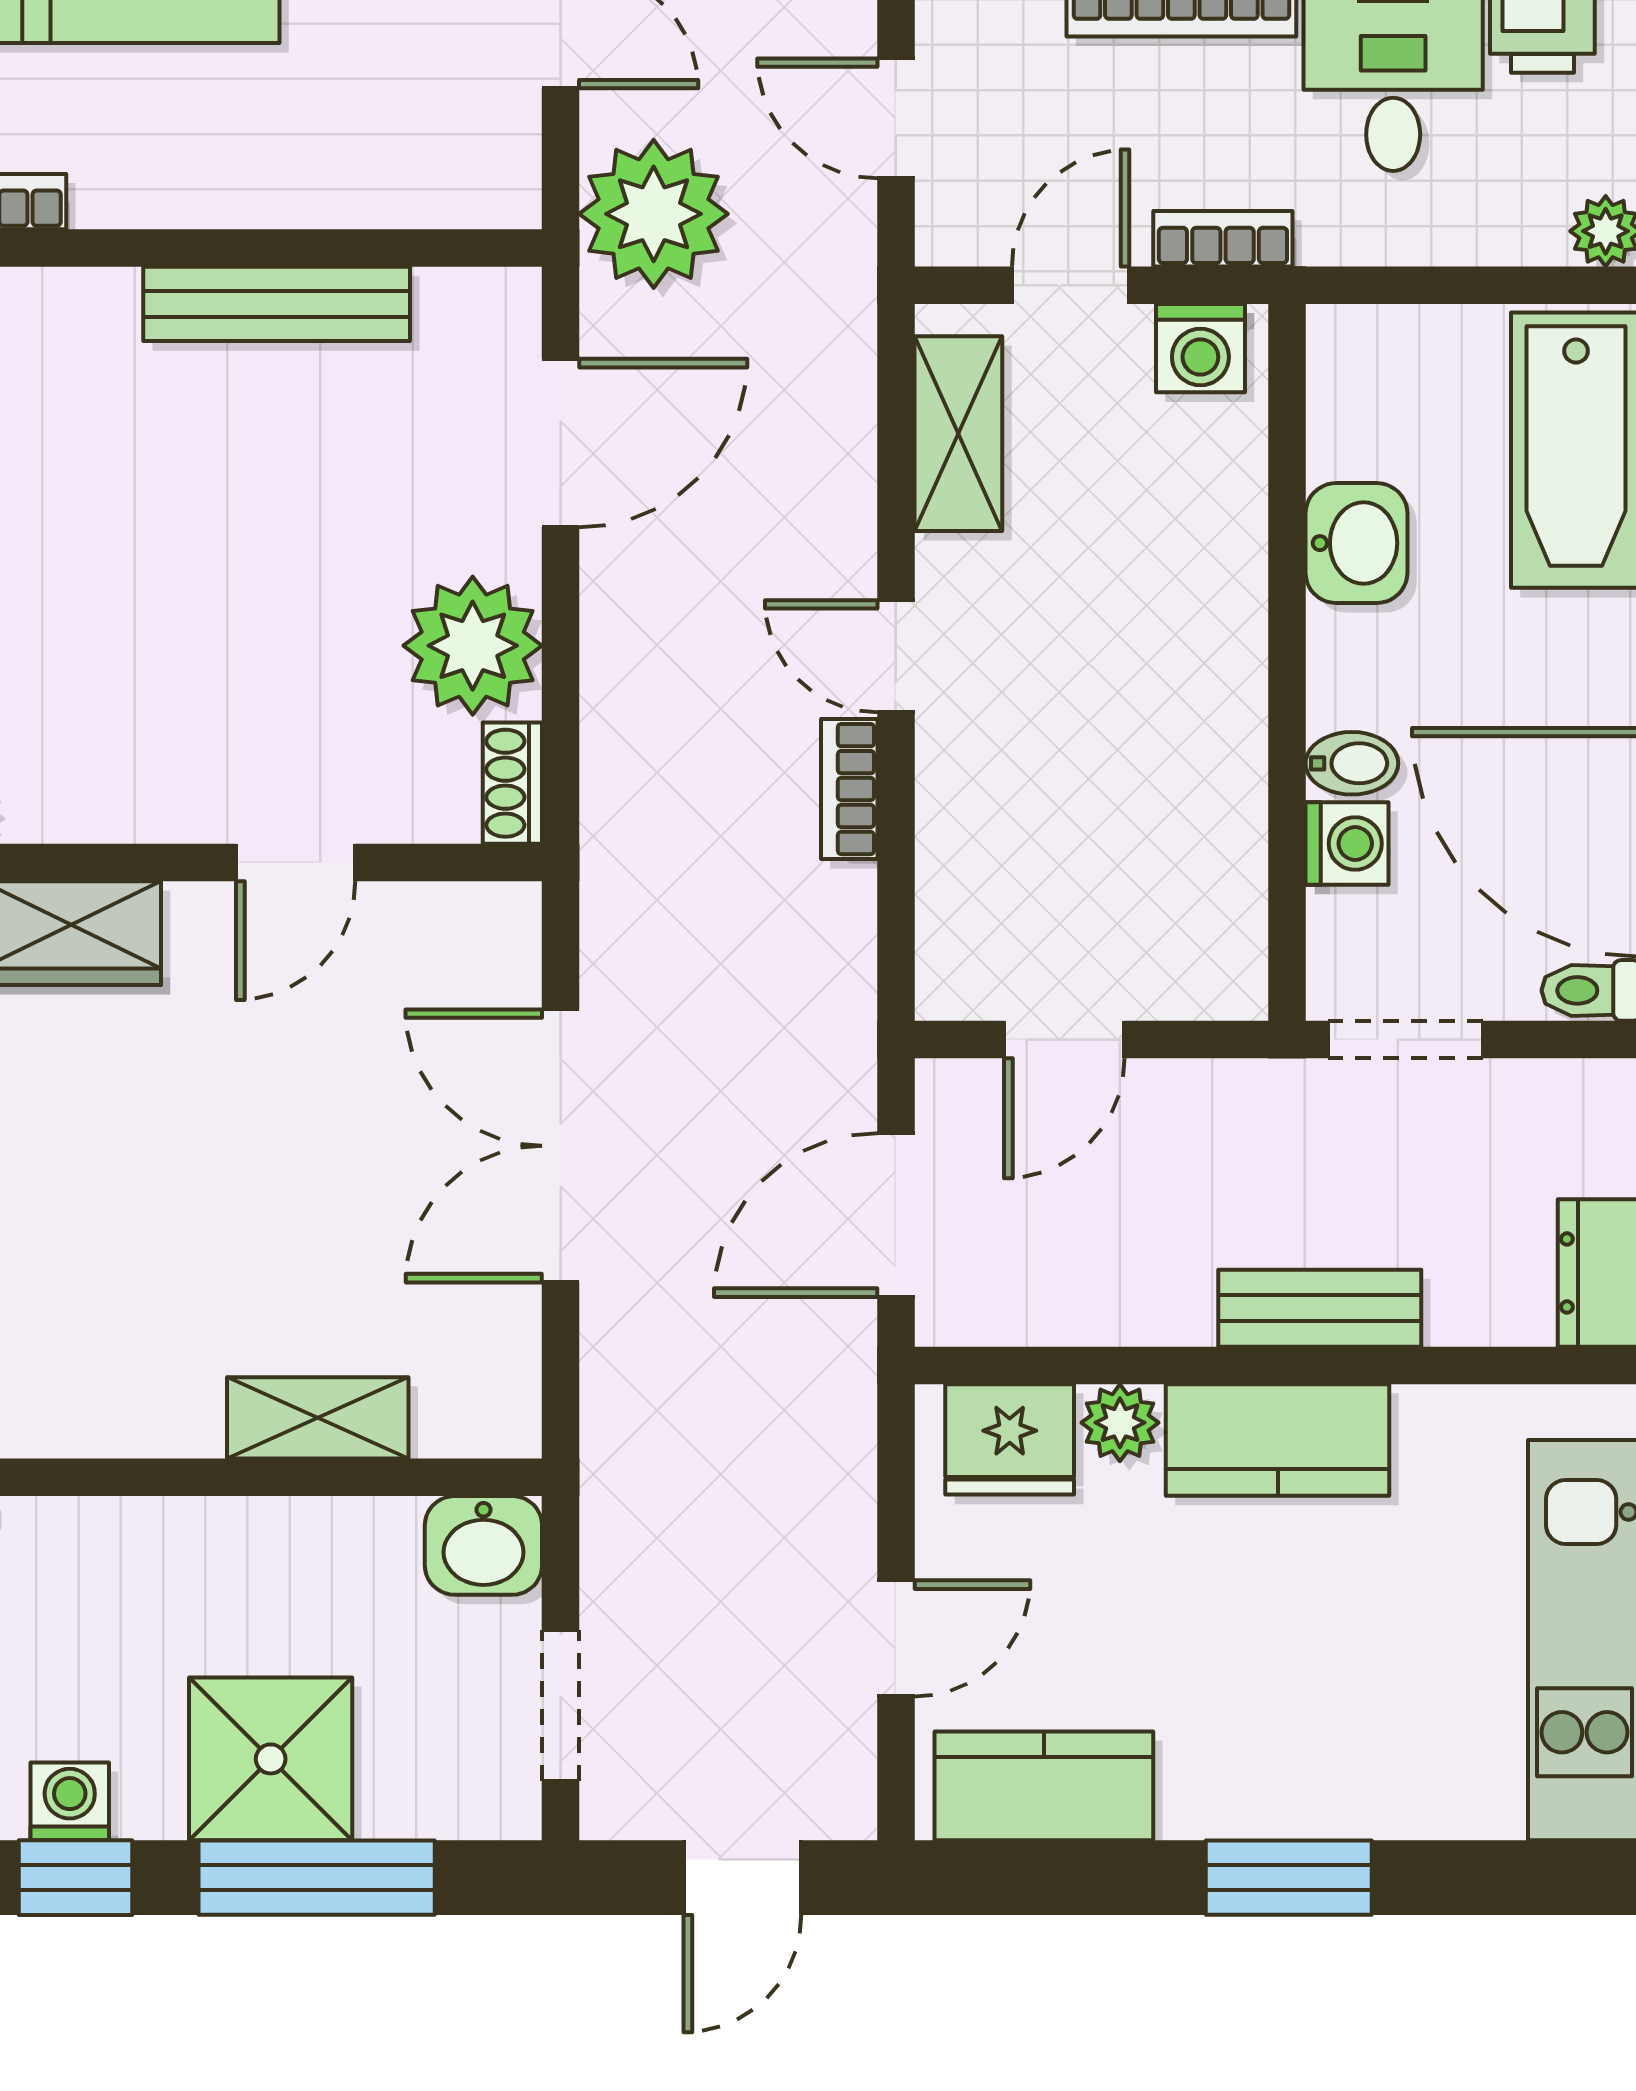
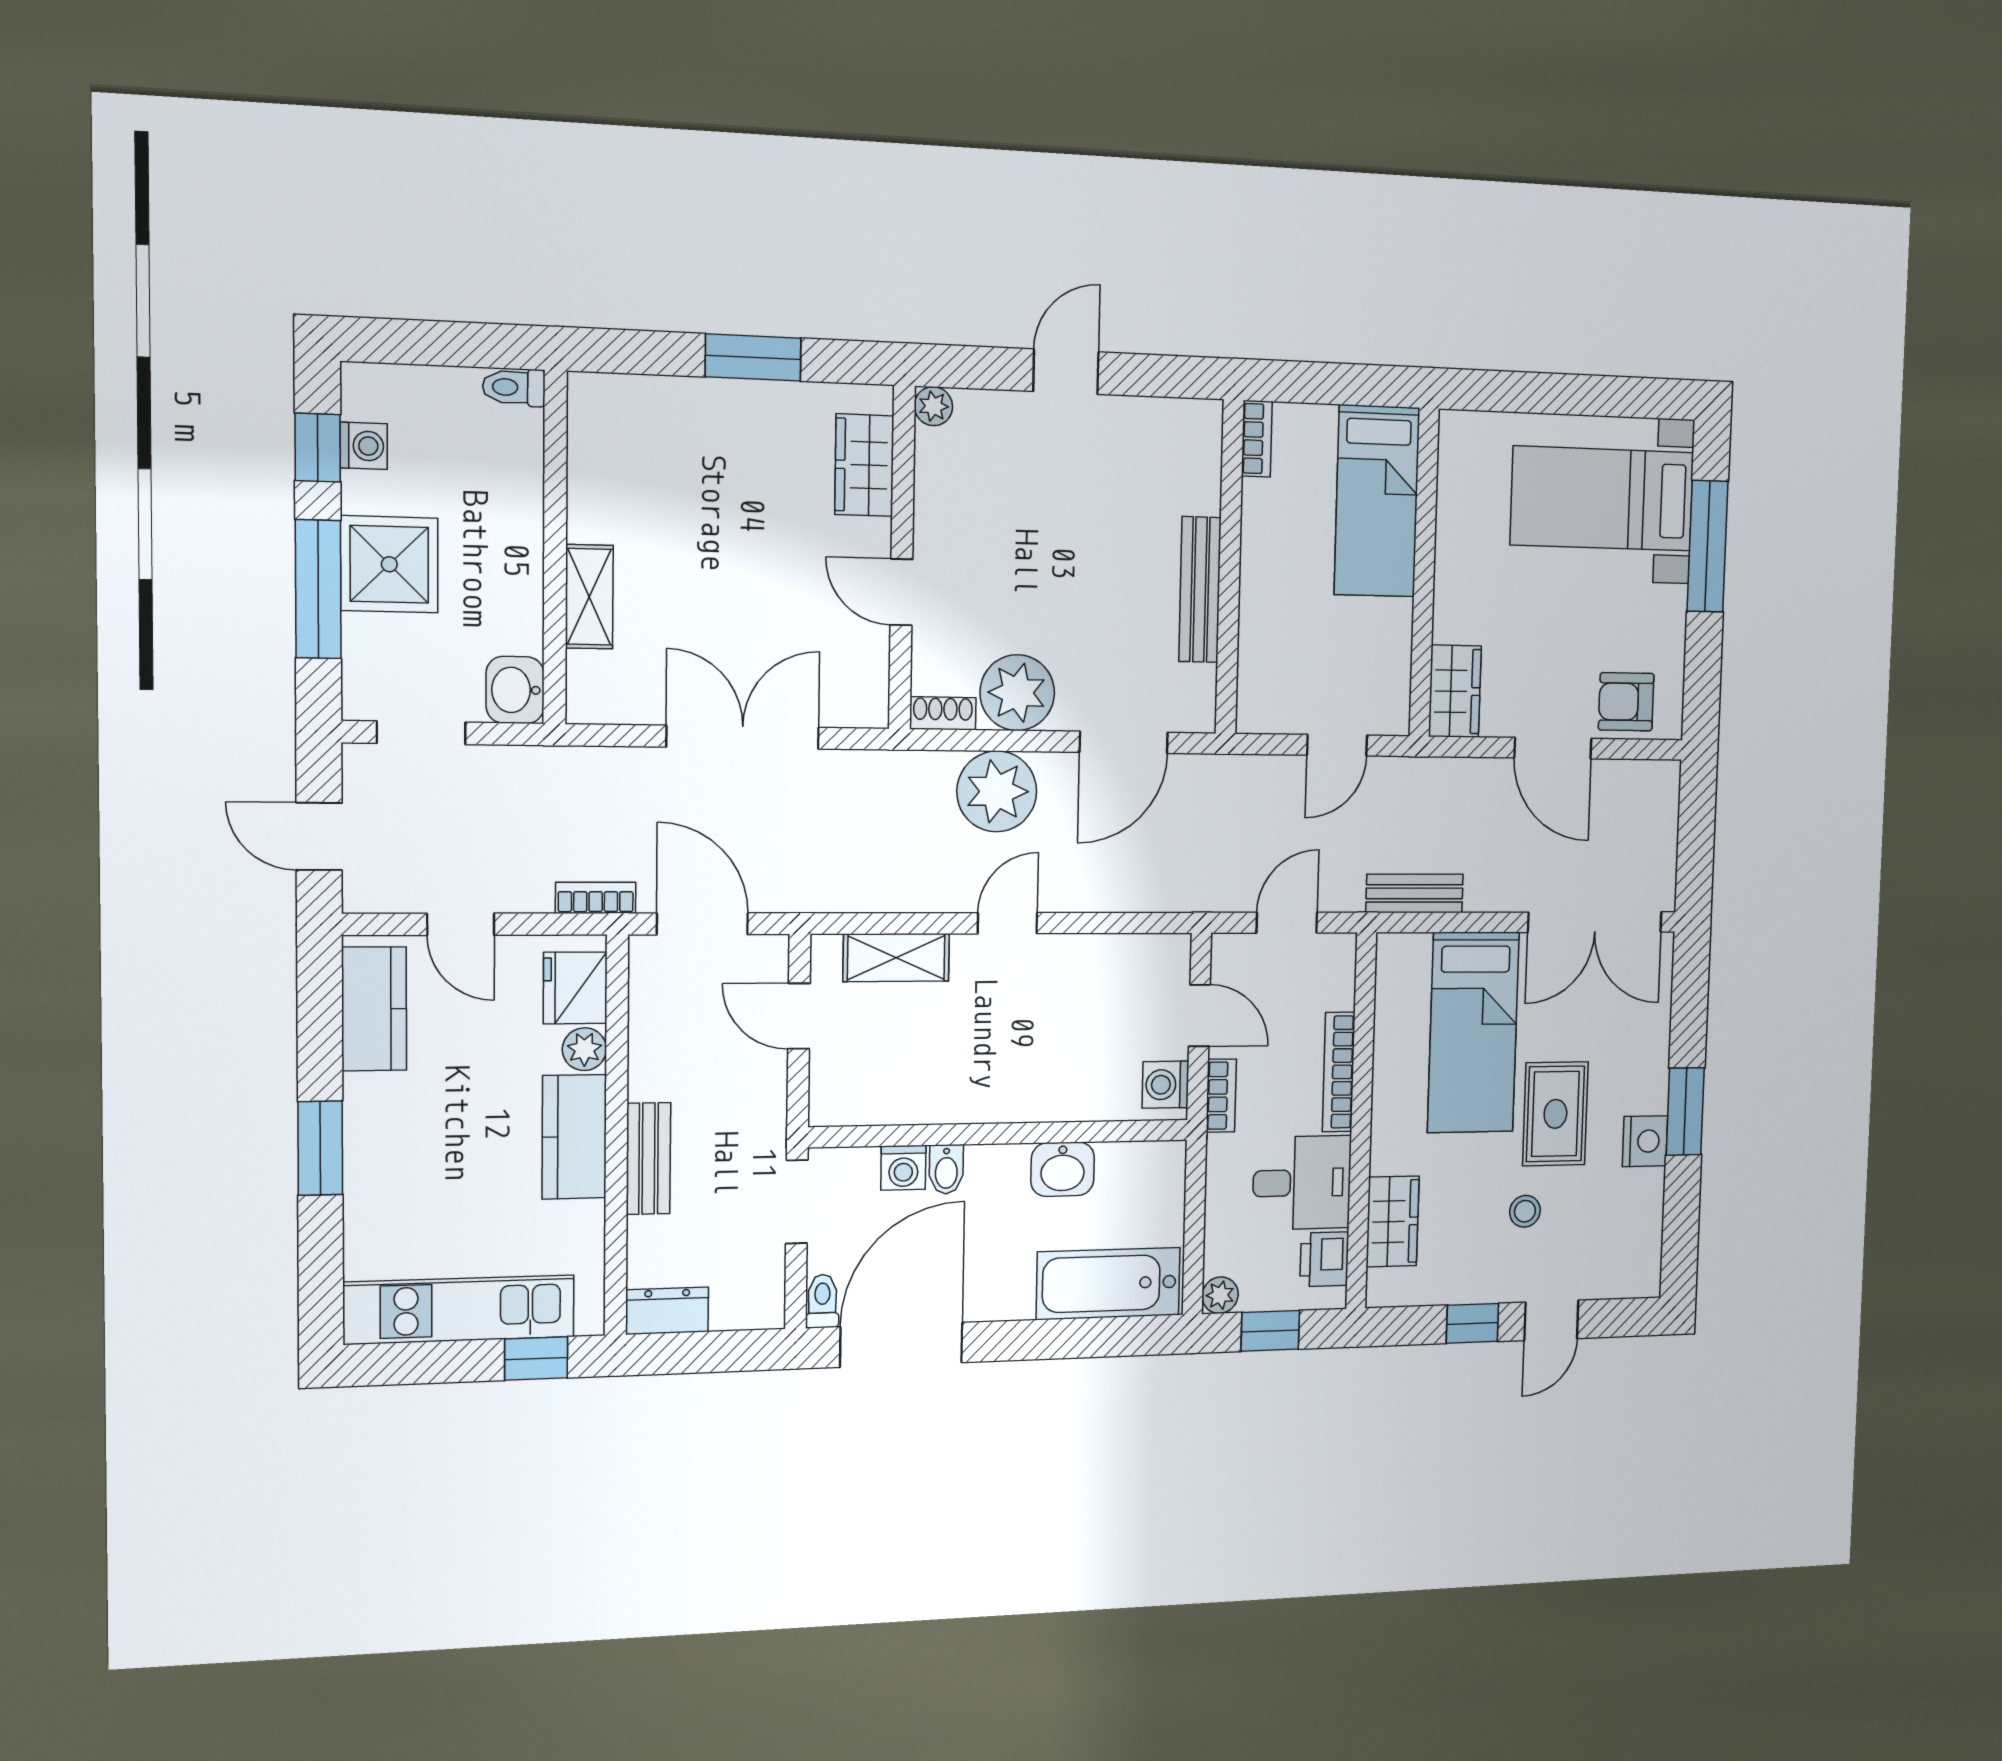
plant: (654, 214) -> (997, 791), moved
shelving: (958, 434) -> (896, 958), moved
door: (561, 443) -> (1124, 742), hinge flipped
bookcase: (849, 789) -> (596, 898), moved

